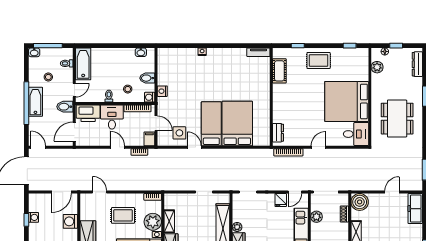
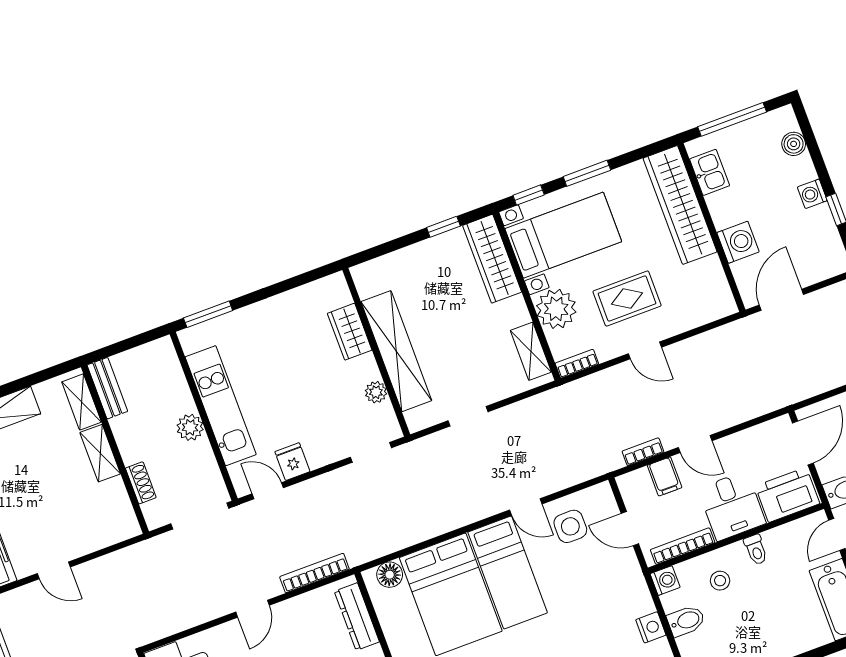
nightstand: (162, 91) -> (651, 627), moved
dresser: (278, 133) -> (357, 617), width x1.44
filing cabinet: (149, 139) -> (665, 476), moved
floor lamp: (259, 140) -> (390, 575), added
door: (100, 192) -> (645, 350), moved
door: (295, 192) -> (268, 491), hinge flipped
door: (392, 192) -> (54, 570), hinge flipped
boiler: (360, 202) -> (117, 522), removed
washing machine: (34, 217) -> (812, 194), moved
plant: (316, 217) -> (190, 427), moved
shelving: (169, 221) -> (531, 351), moved
plant: (237, 227) -> (376, 392), moved

